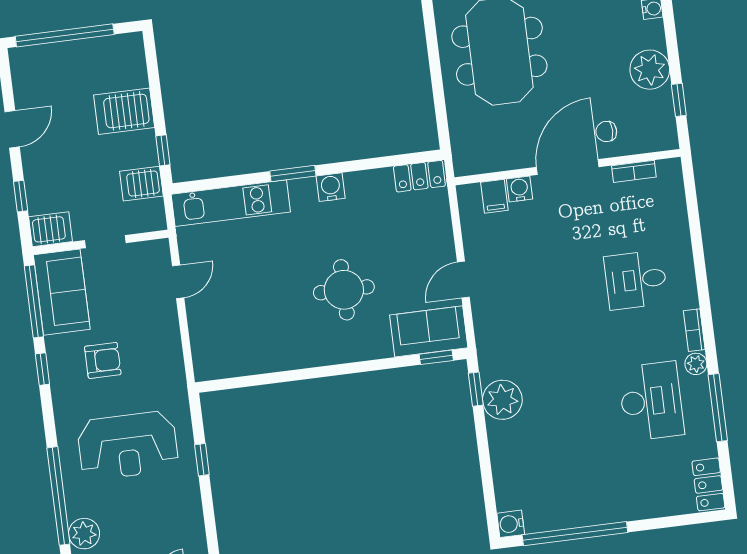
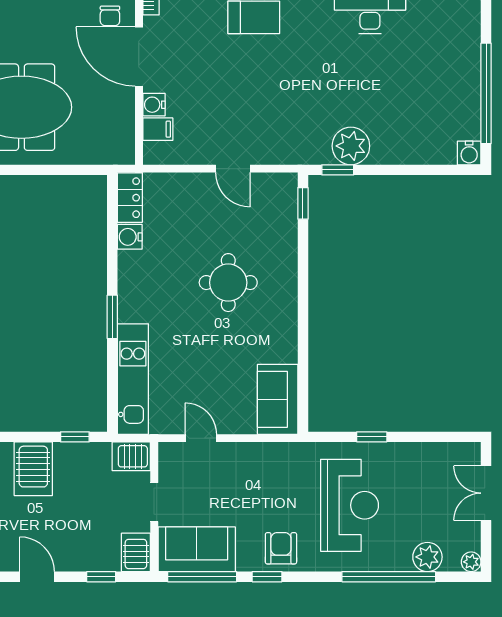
server rack: (141, 184) -> (131, 456), moved, turned 90
water cooler: (331, 187) -> (130, 237), moved
sofa: (429, 331) -> (278, 399), moved
armchair: (103, 360) -> (281, 548), moved

